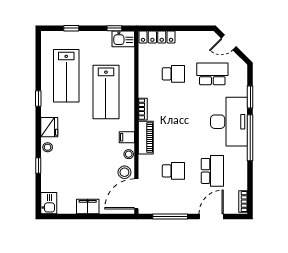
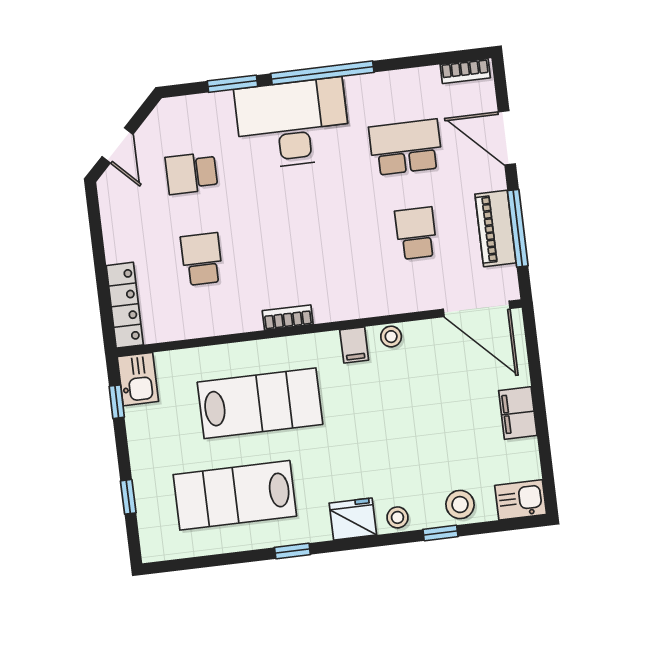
school desk: (212, 74) -> (191, 173), width x0.54
lab bench: (66, 76) -> (235, 495), turned 180
piano: (146, 138) -> (496, 228), moved, turned -90
stool: (124, 172) -> (460, 505), moved

